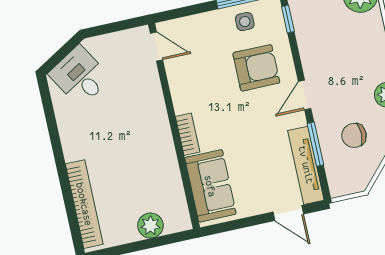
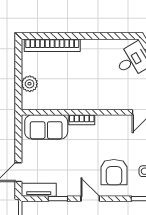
window: (315, 144) -> (58, 199), width x0.67
tv unit: (306, 165) -> (39, 190), width x0.71

